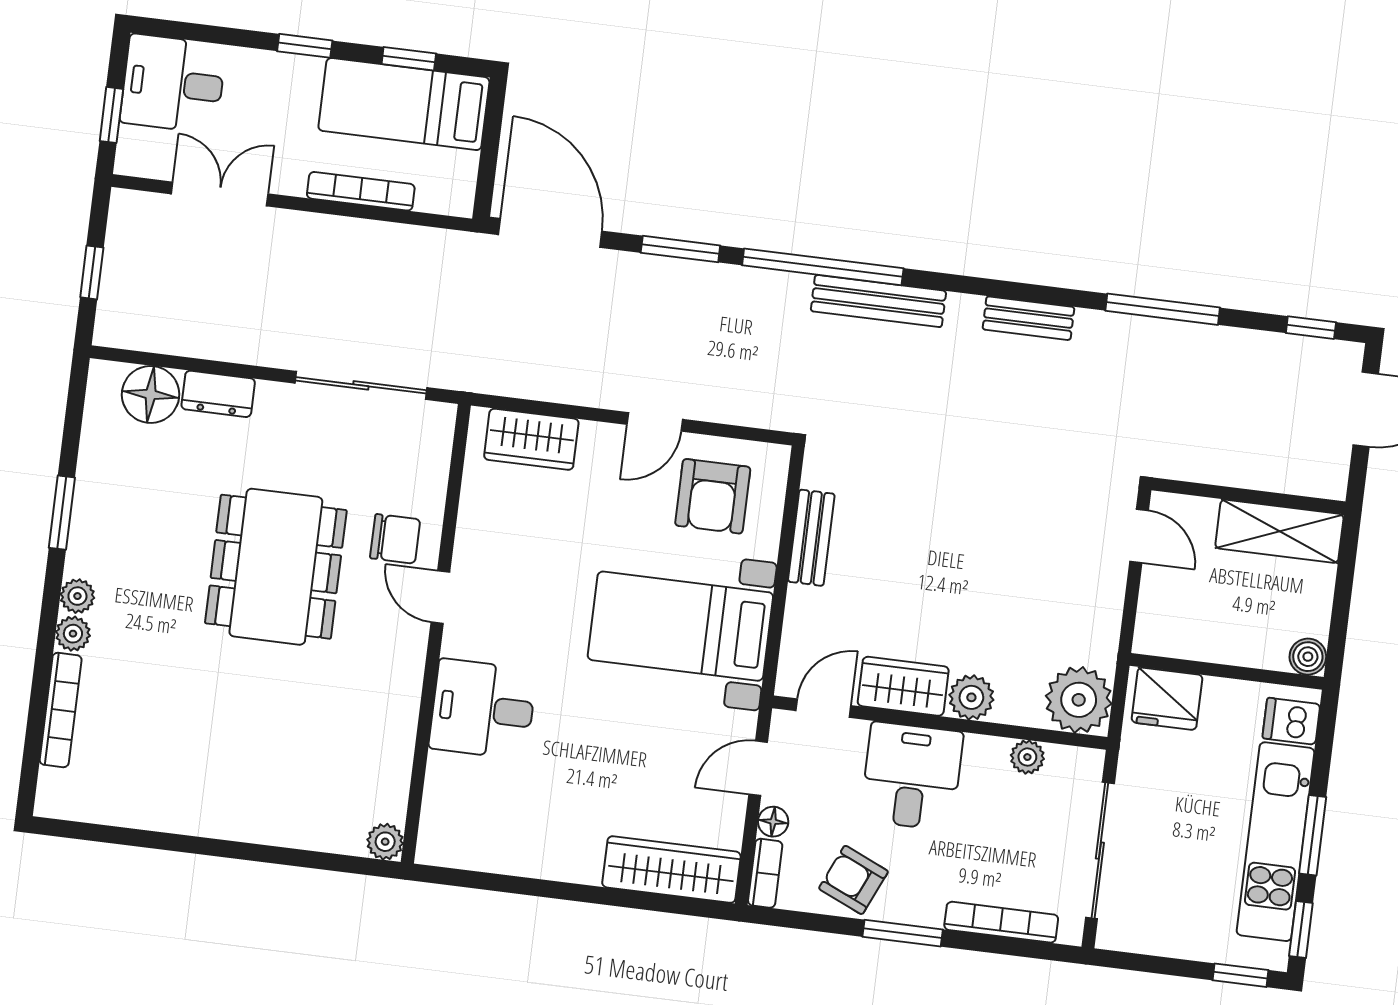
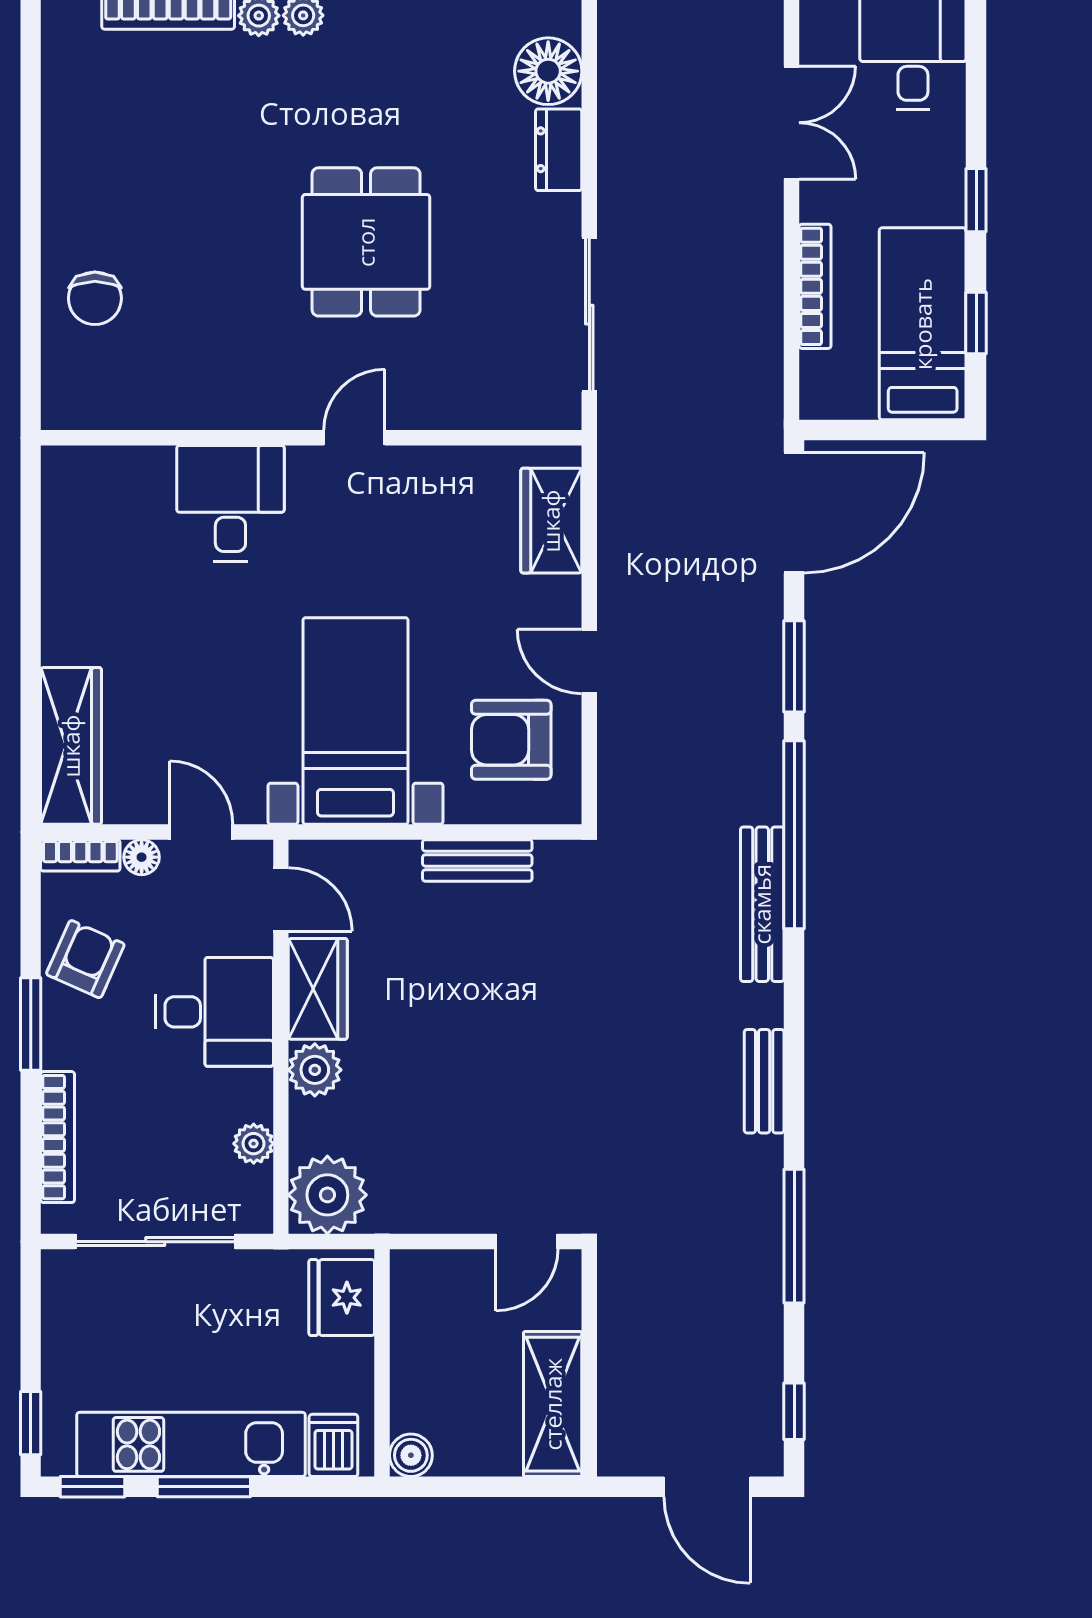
chair: (395, 539) -> (95, 298), moved
dining table: (276, 567) -> (366, 242), width x0.73
plant: (385, 842) -> (62, 409), removed

